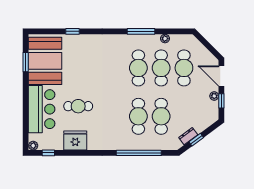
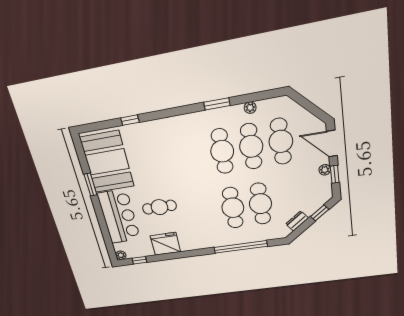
window: (141, 31) -> (217, 104), width x0.69
window: (26, 62) -> (90, 185), moved
window: (196, 140) -> (320, 213), moved

